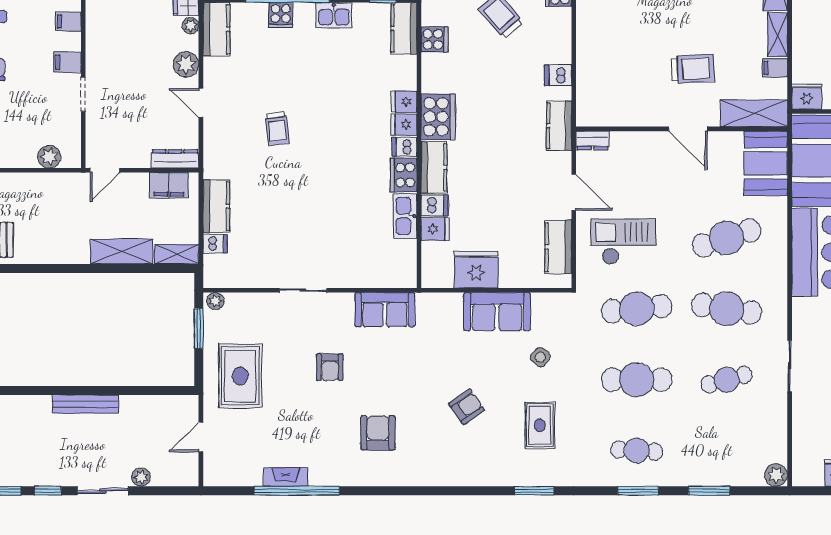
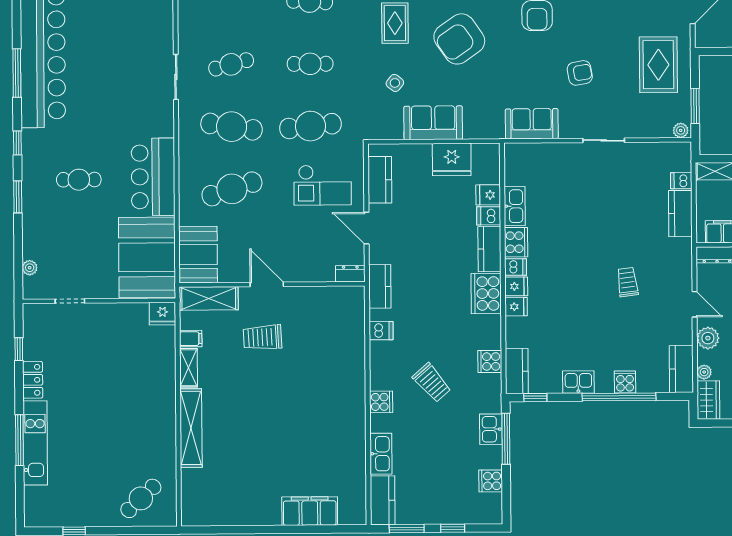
armchair: (330, 367) -> (580, 73), turned 80
cafe table: (637, 380) -> (310, 64), width x0.73, depth x0.74
armchair: (467, 407) -> (459, 39), width x1.88, depth x1.88

